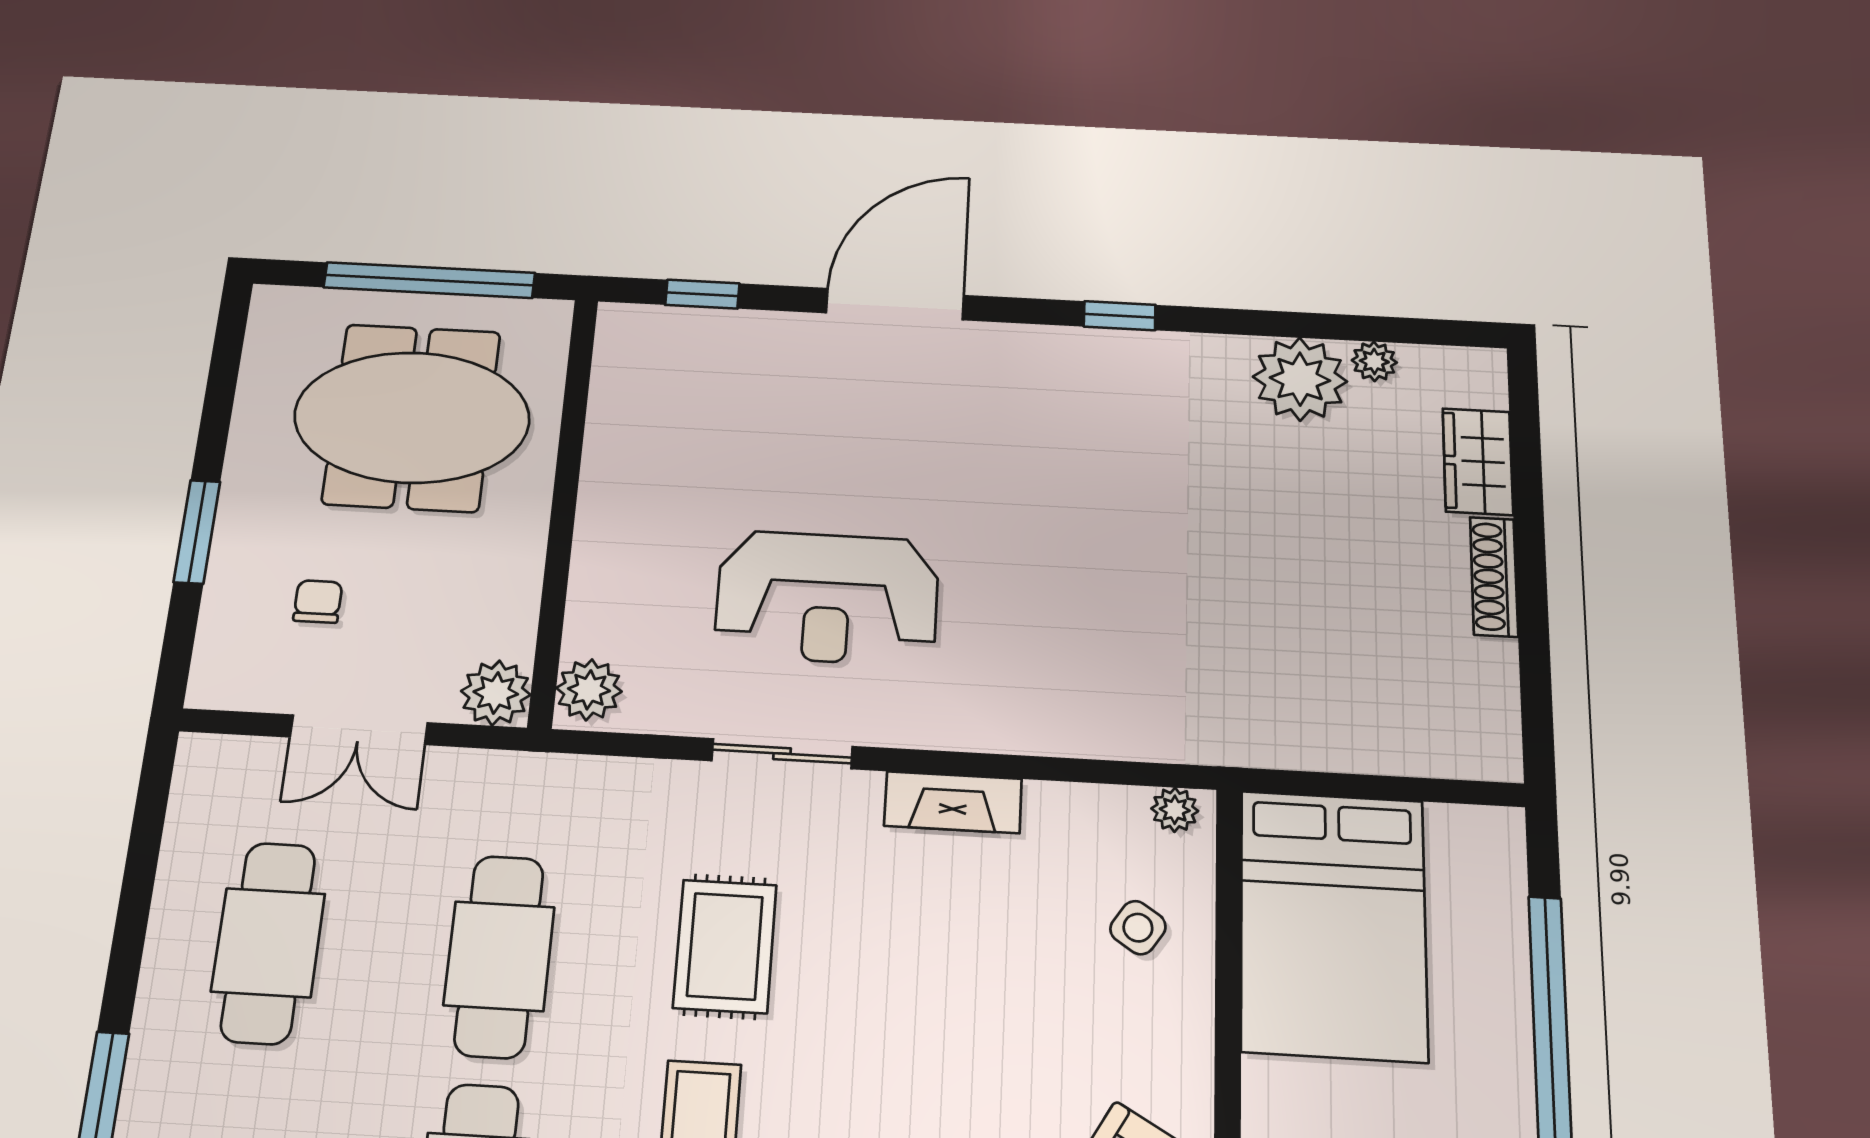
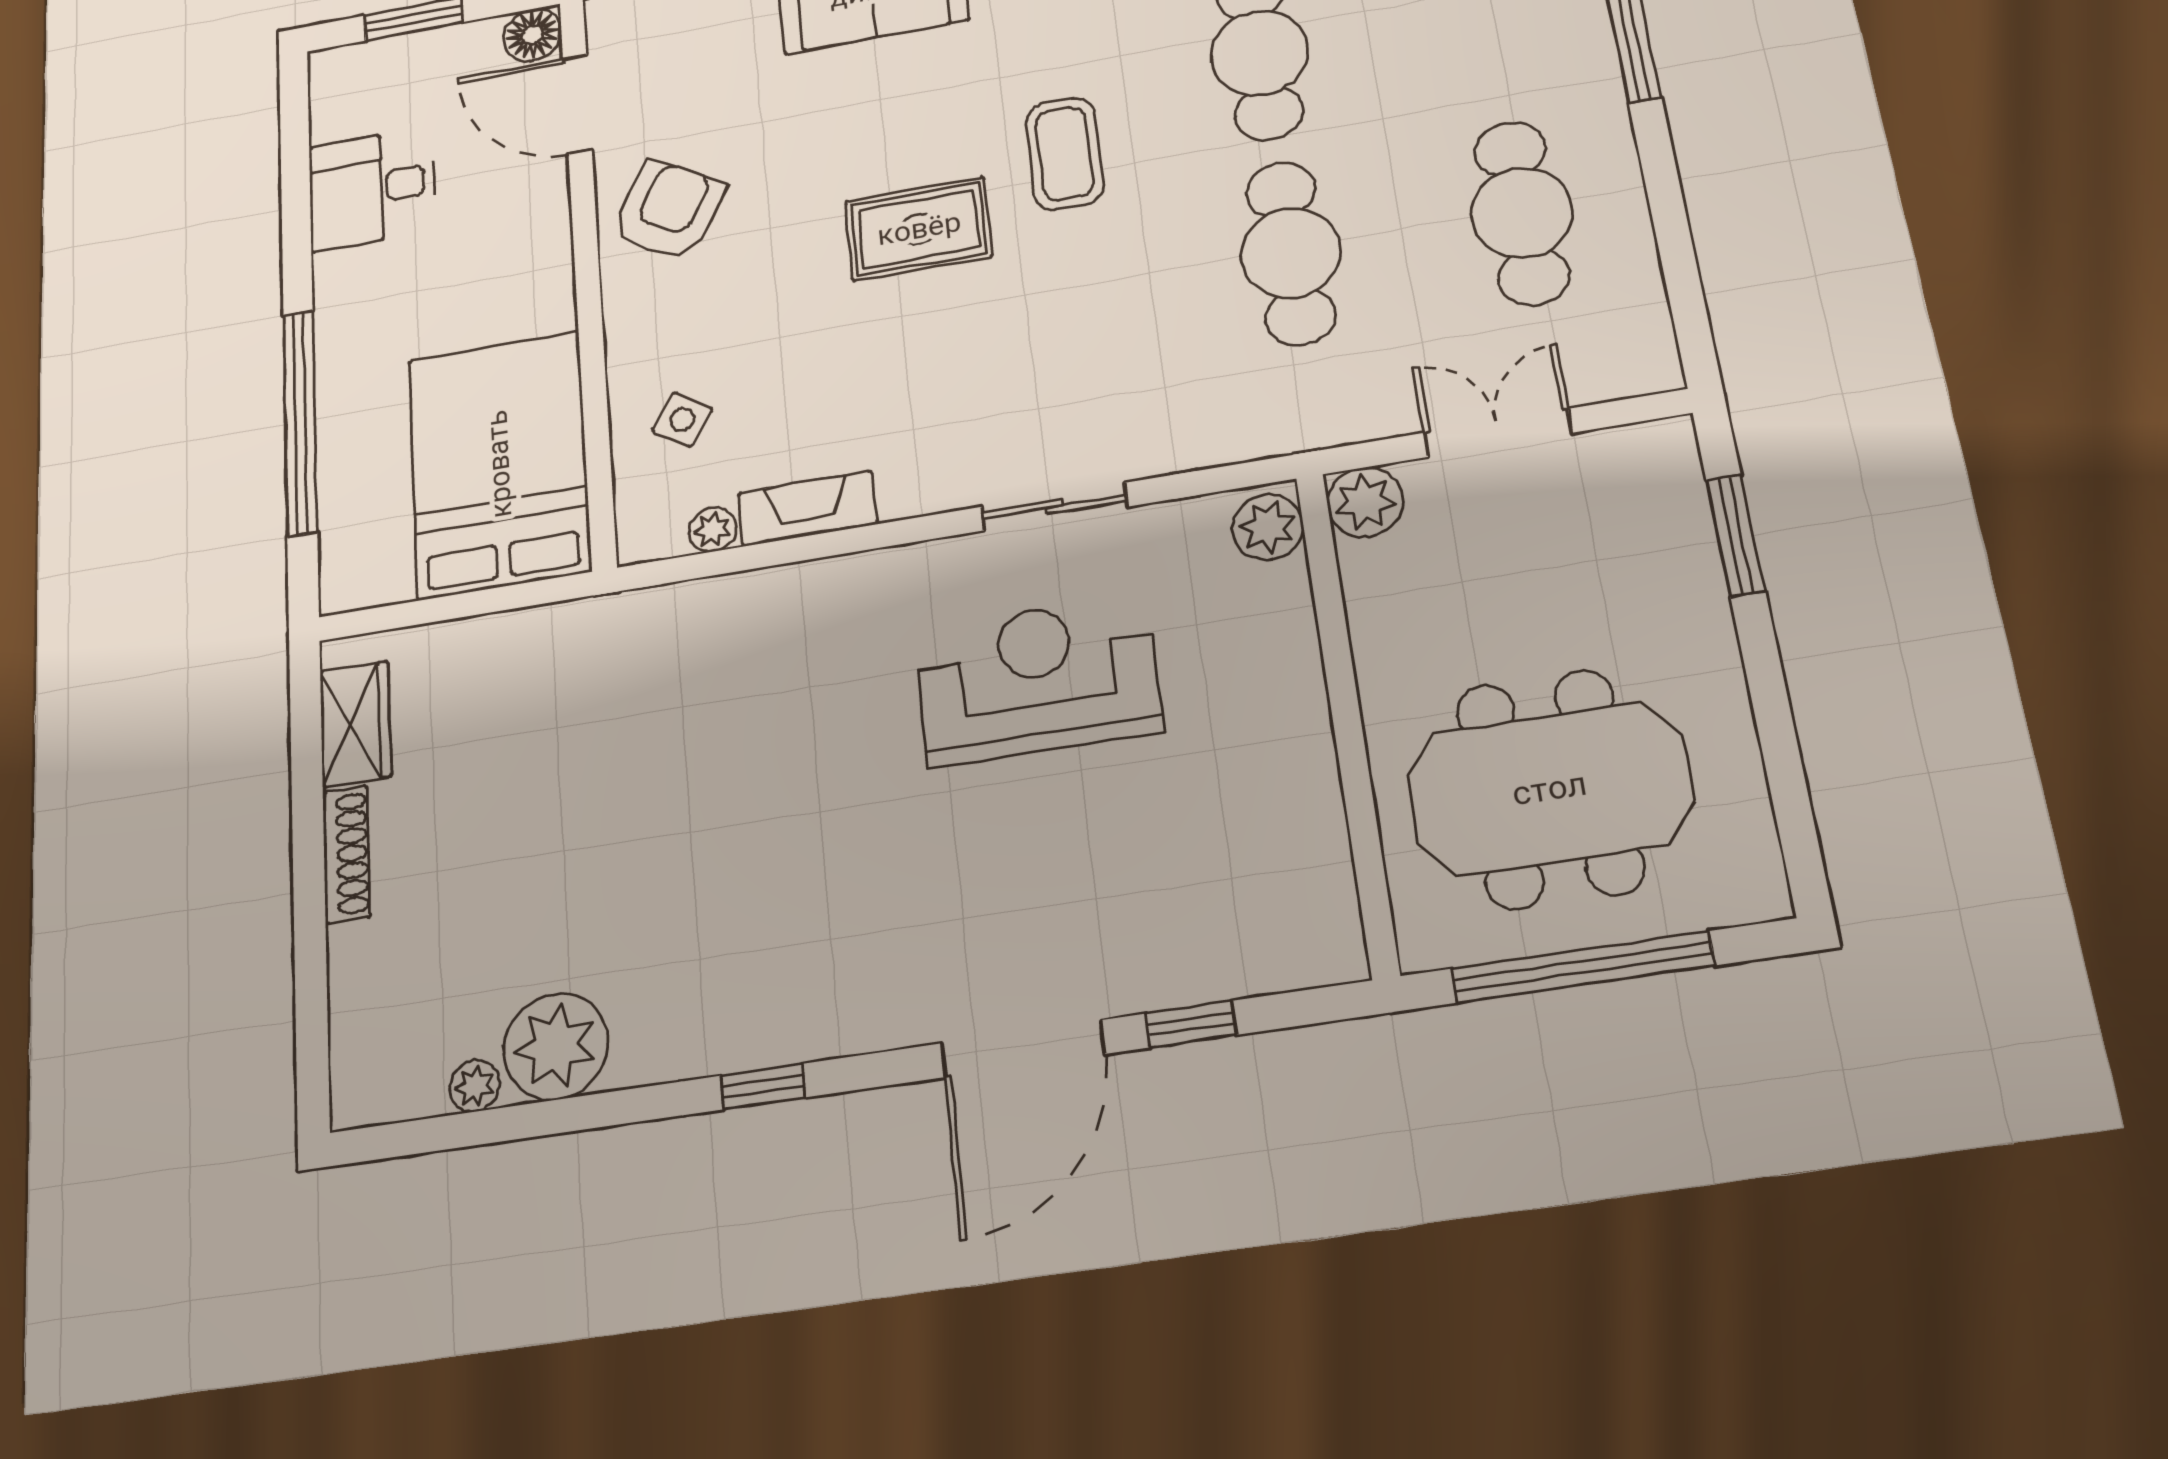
window: (702, 294) -> (1191, 1024), moved
wardrobe: (1478, 461) -> (355, 724), moved
window: (197, 532) -> (1736, 536), moved
chair: (318, 601) -> (1587, 556), removed
fireplace: (953, 802) -> (807, 509), moved
plant: (1175, 810) -> (713, 530), moved
rug: (725, 946) -> (919, 229), moved, turned 90

